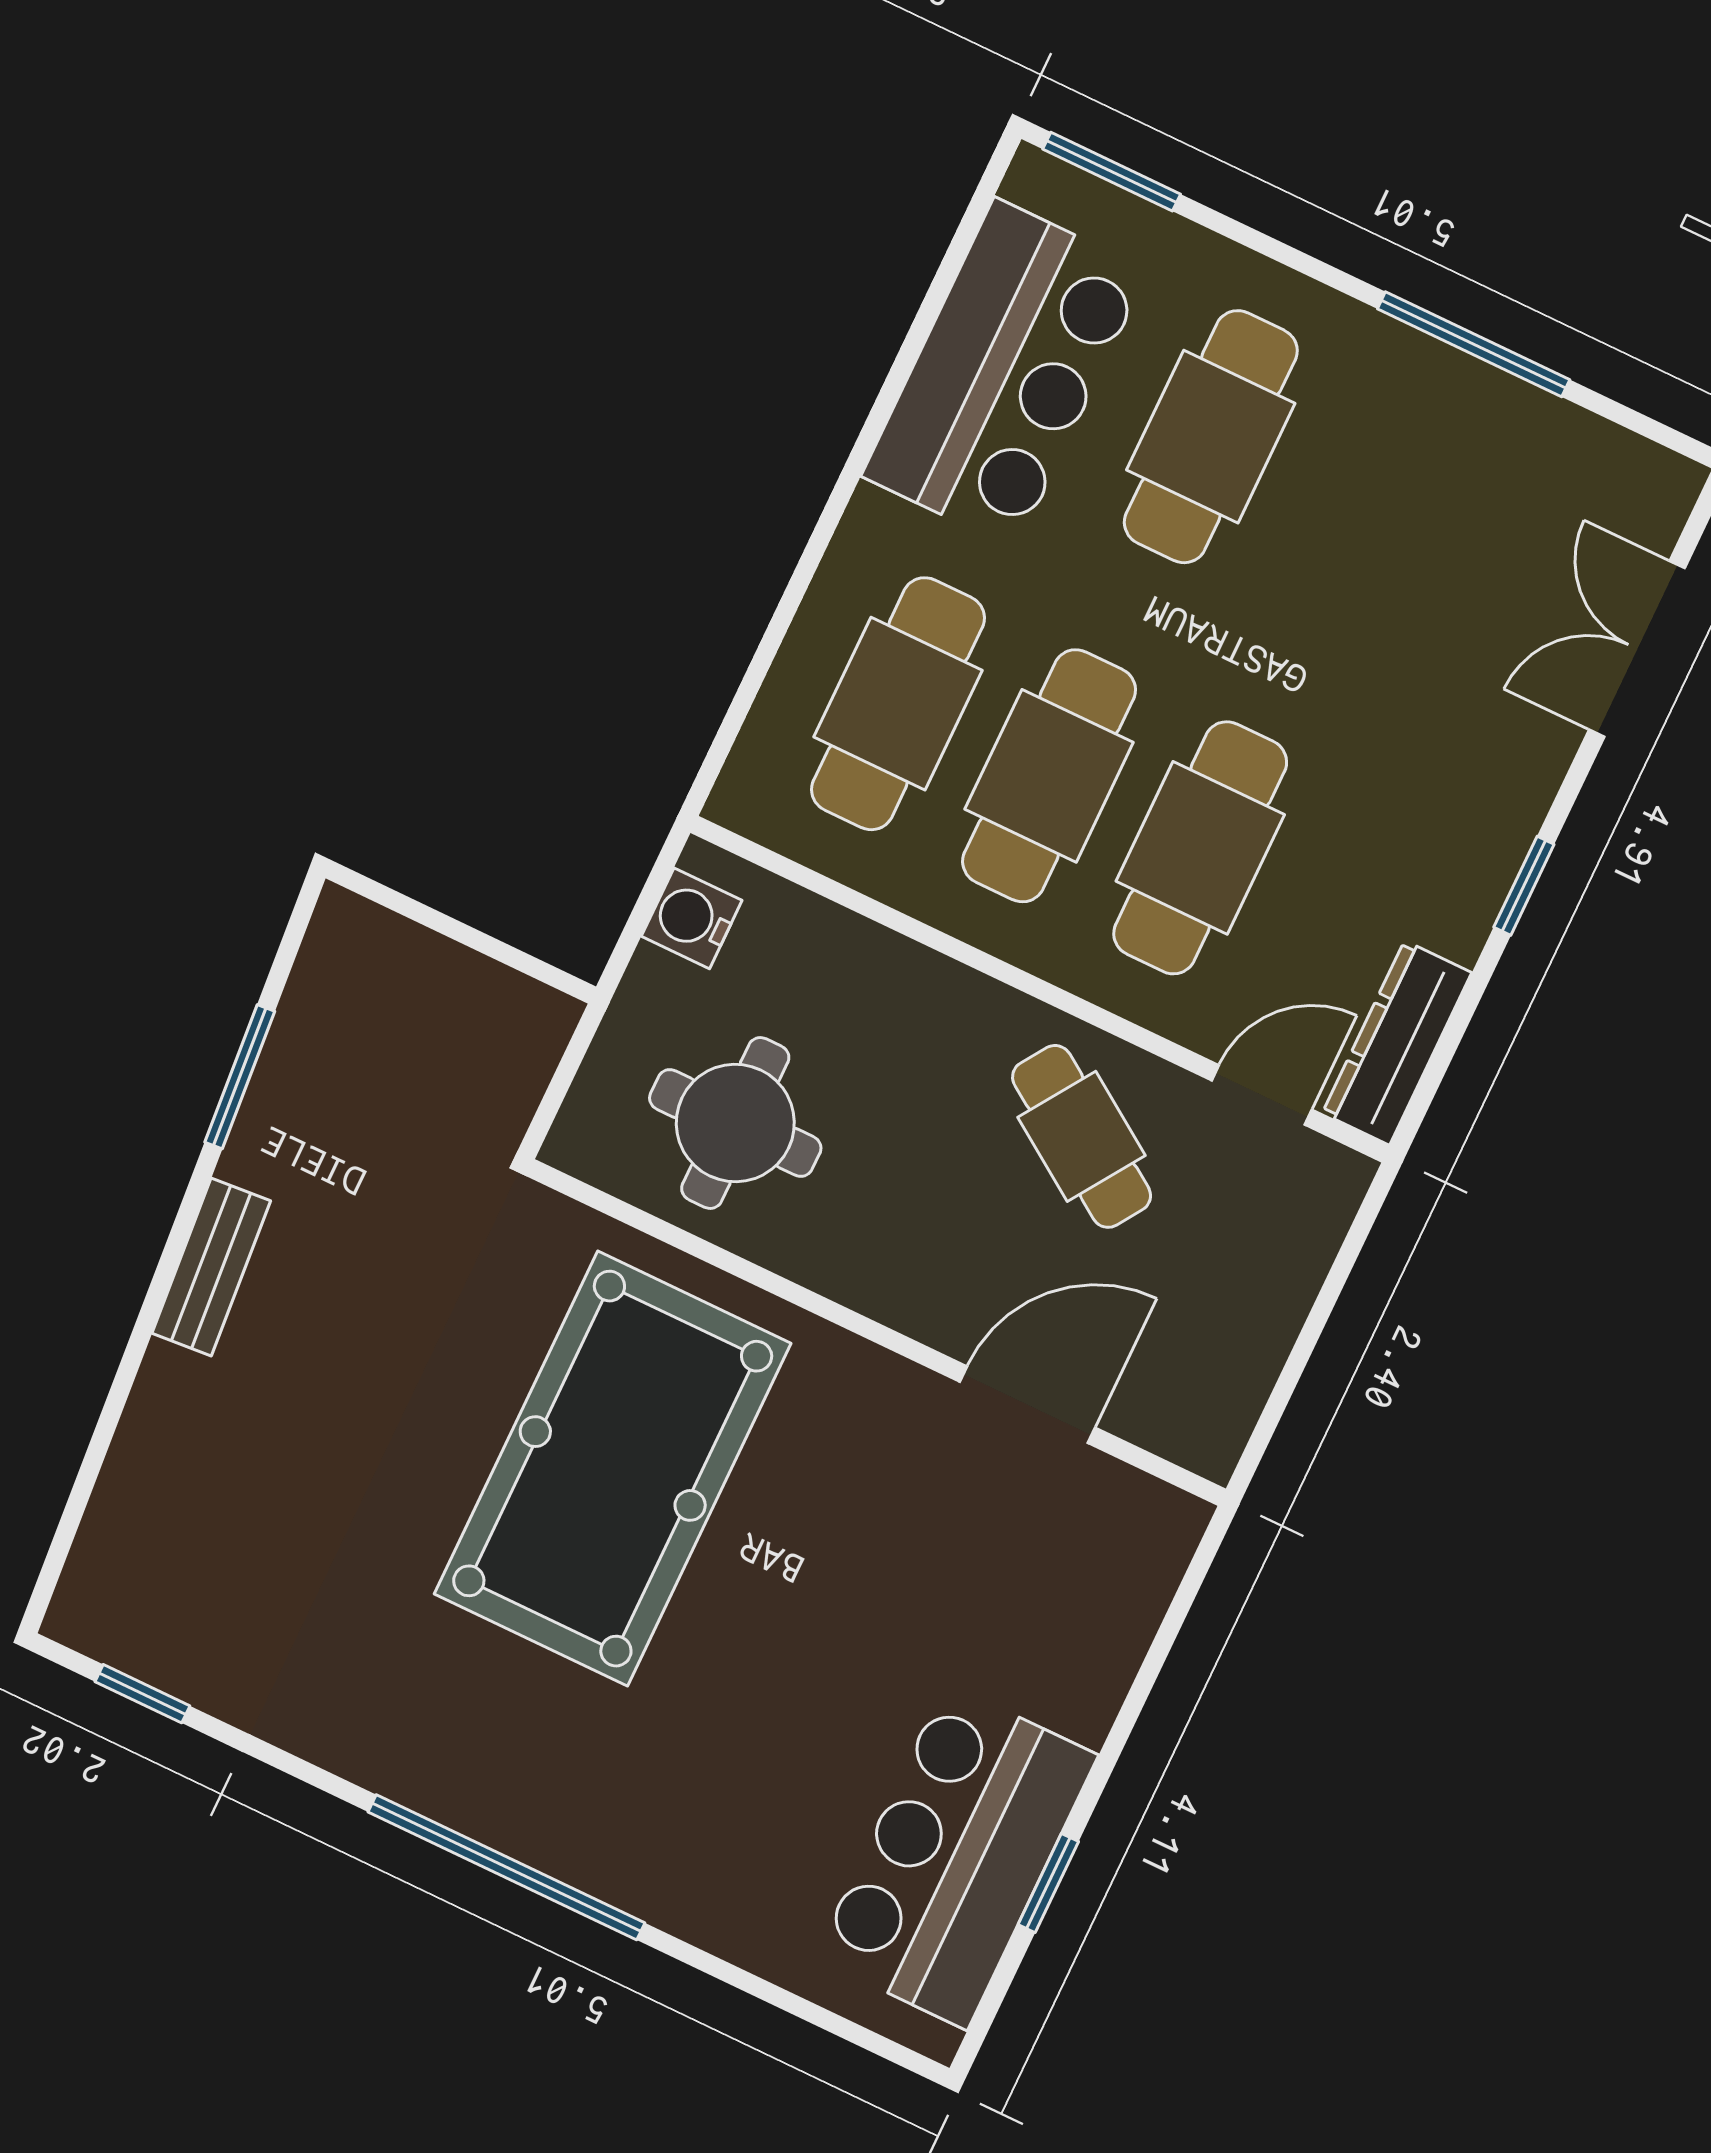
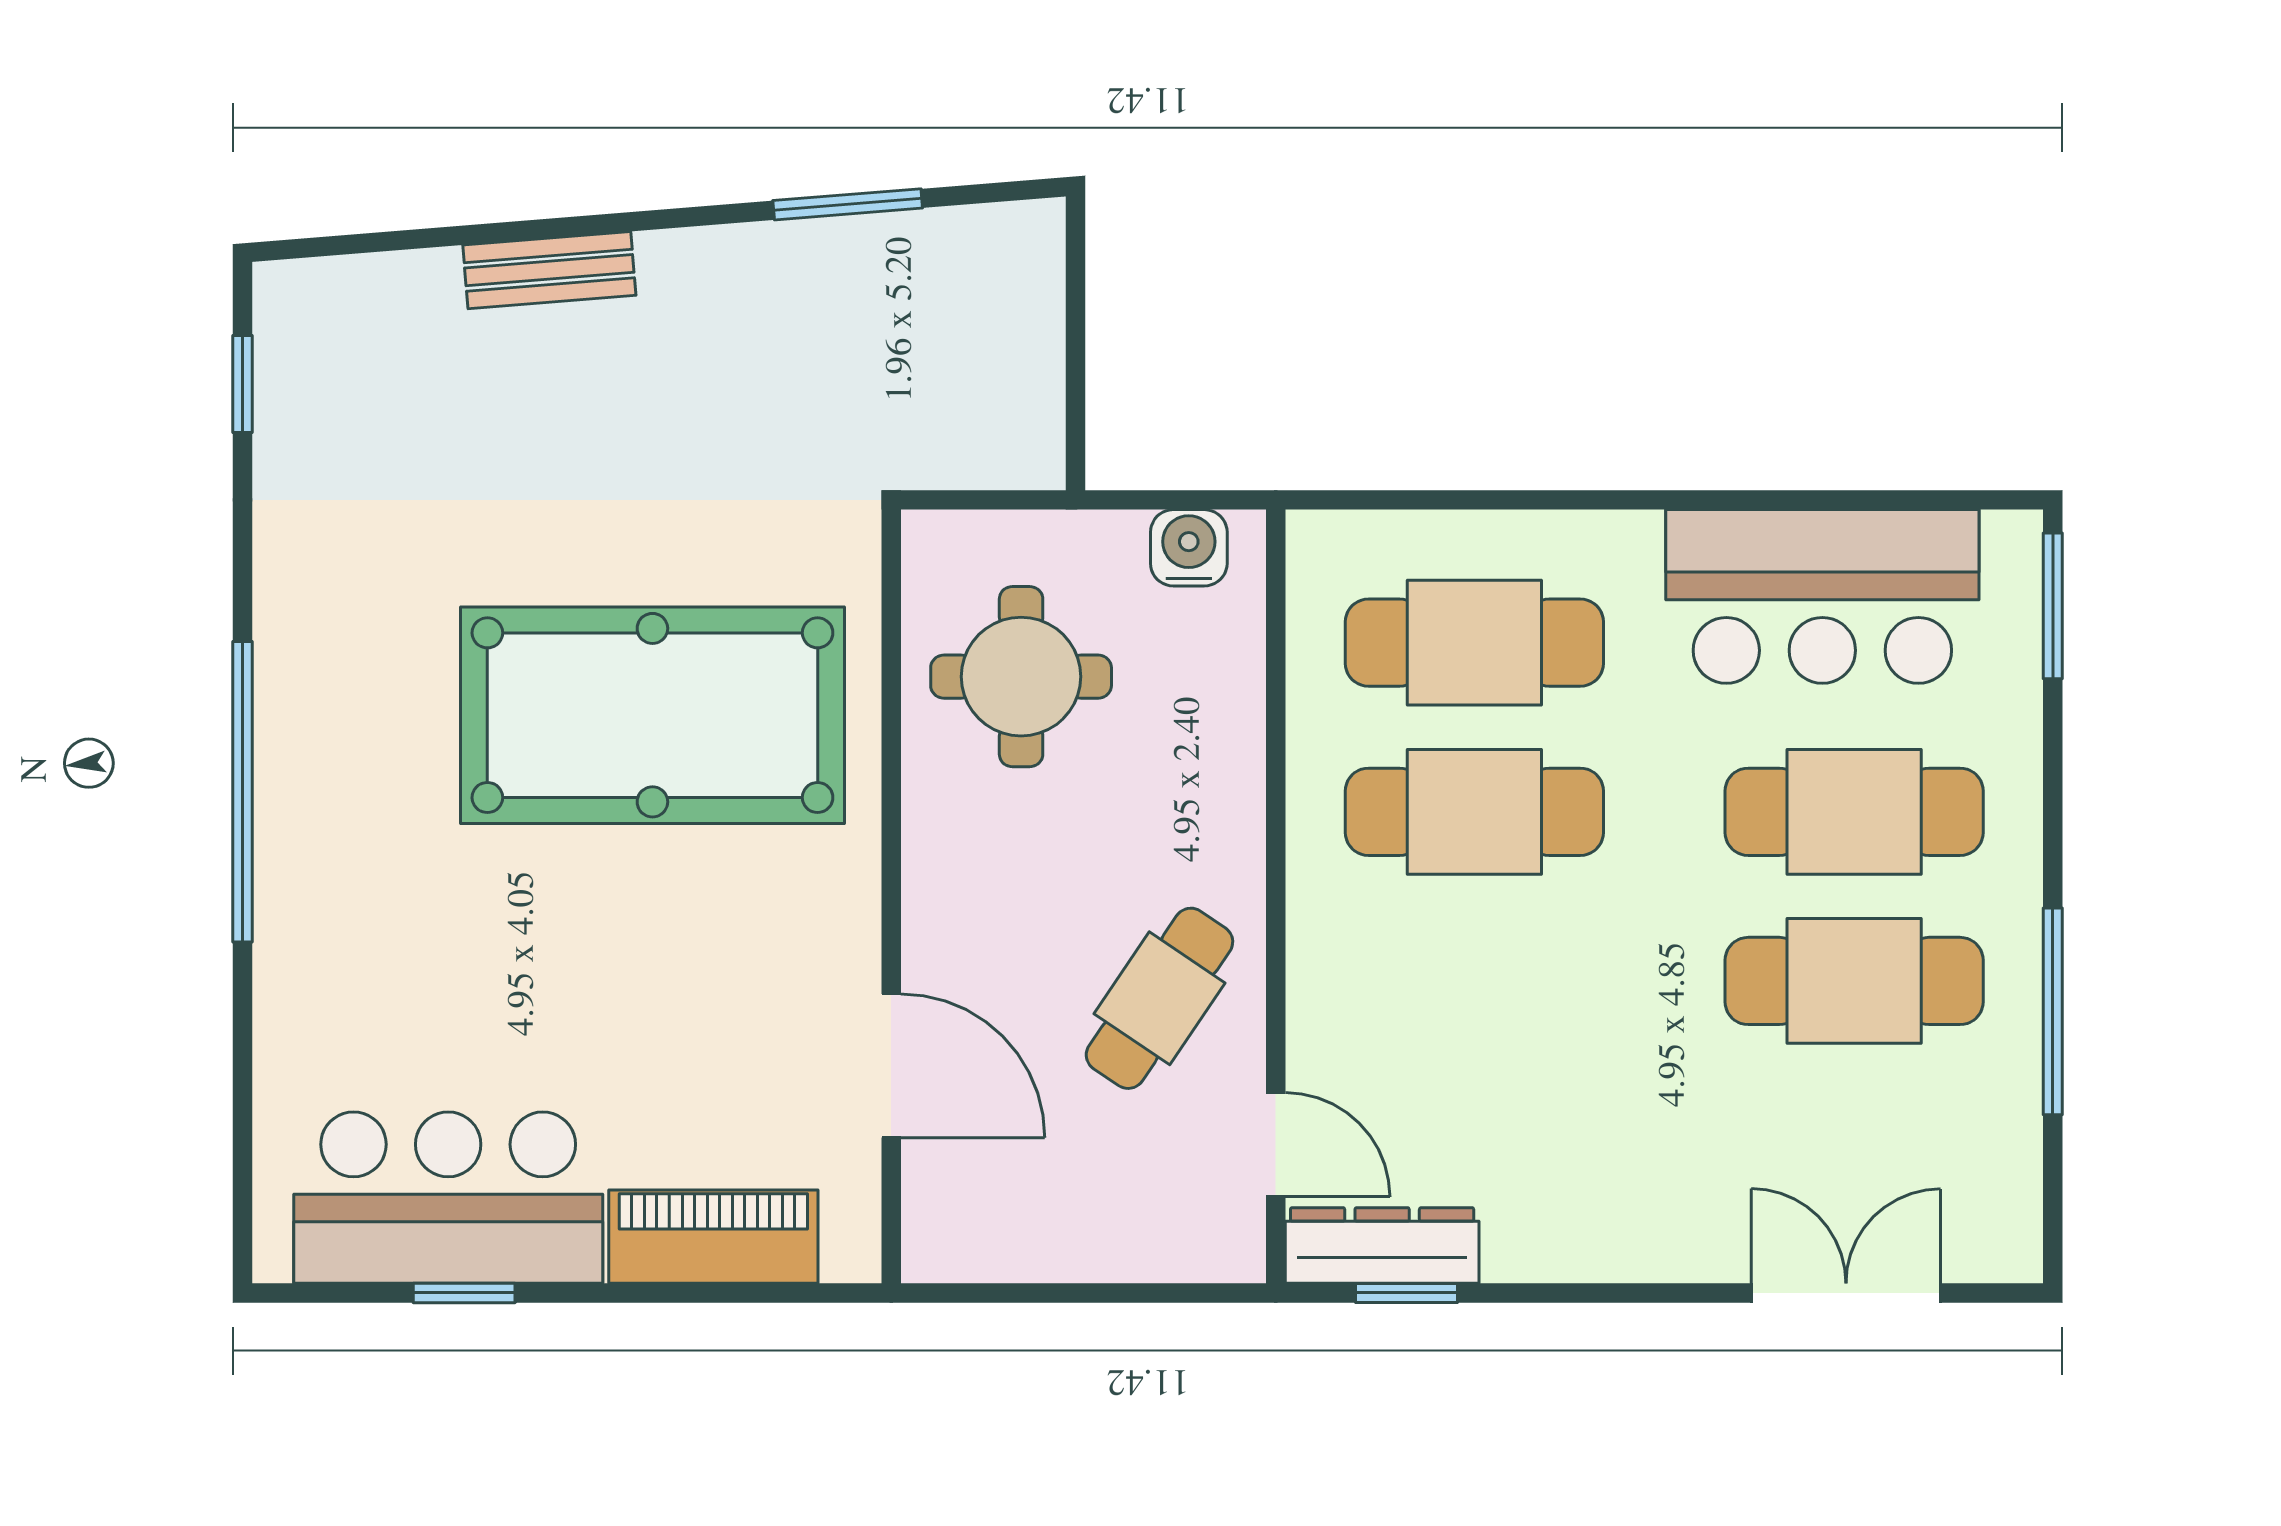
cafe table: (1200, 848) -> (1854, 981), moved
window: (1524, 886) -> (1406, 1293), moved
bench: (211, 1267) -> (549, 270), moved
piano: (1104, 1636) -> (713, 1237), added

